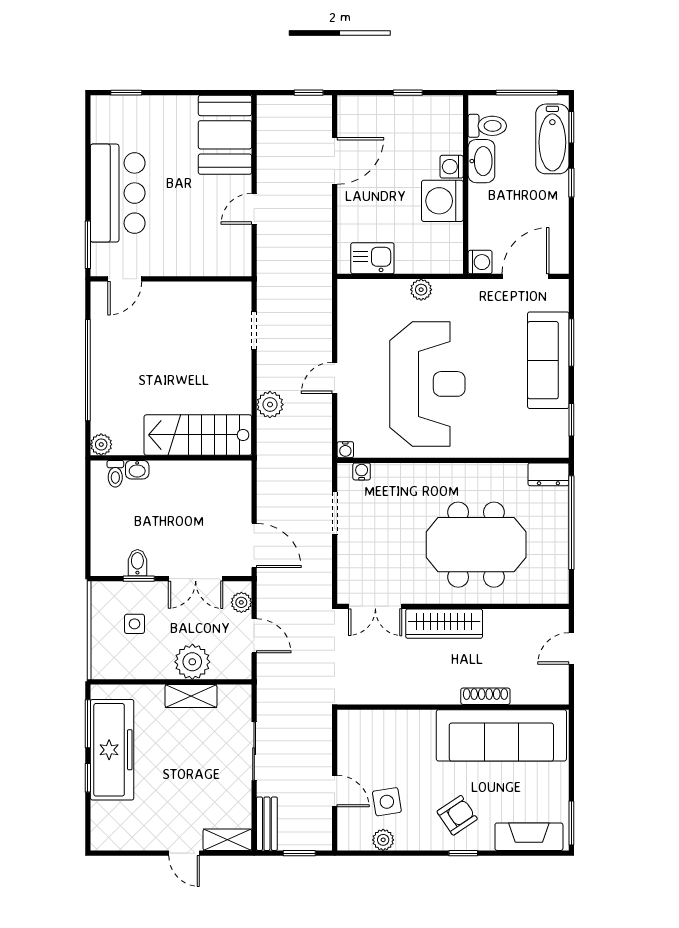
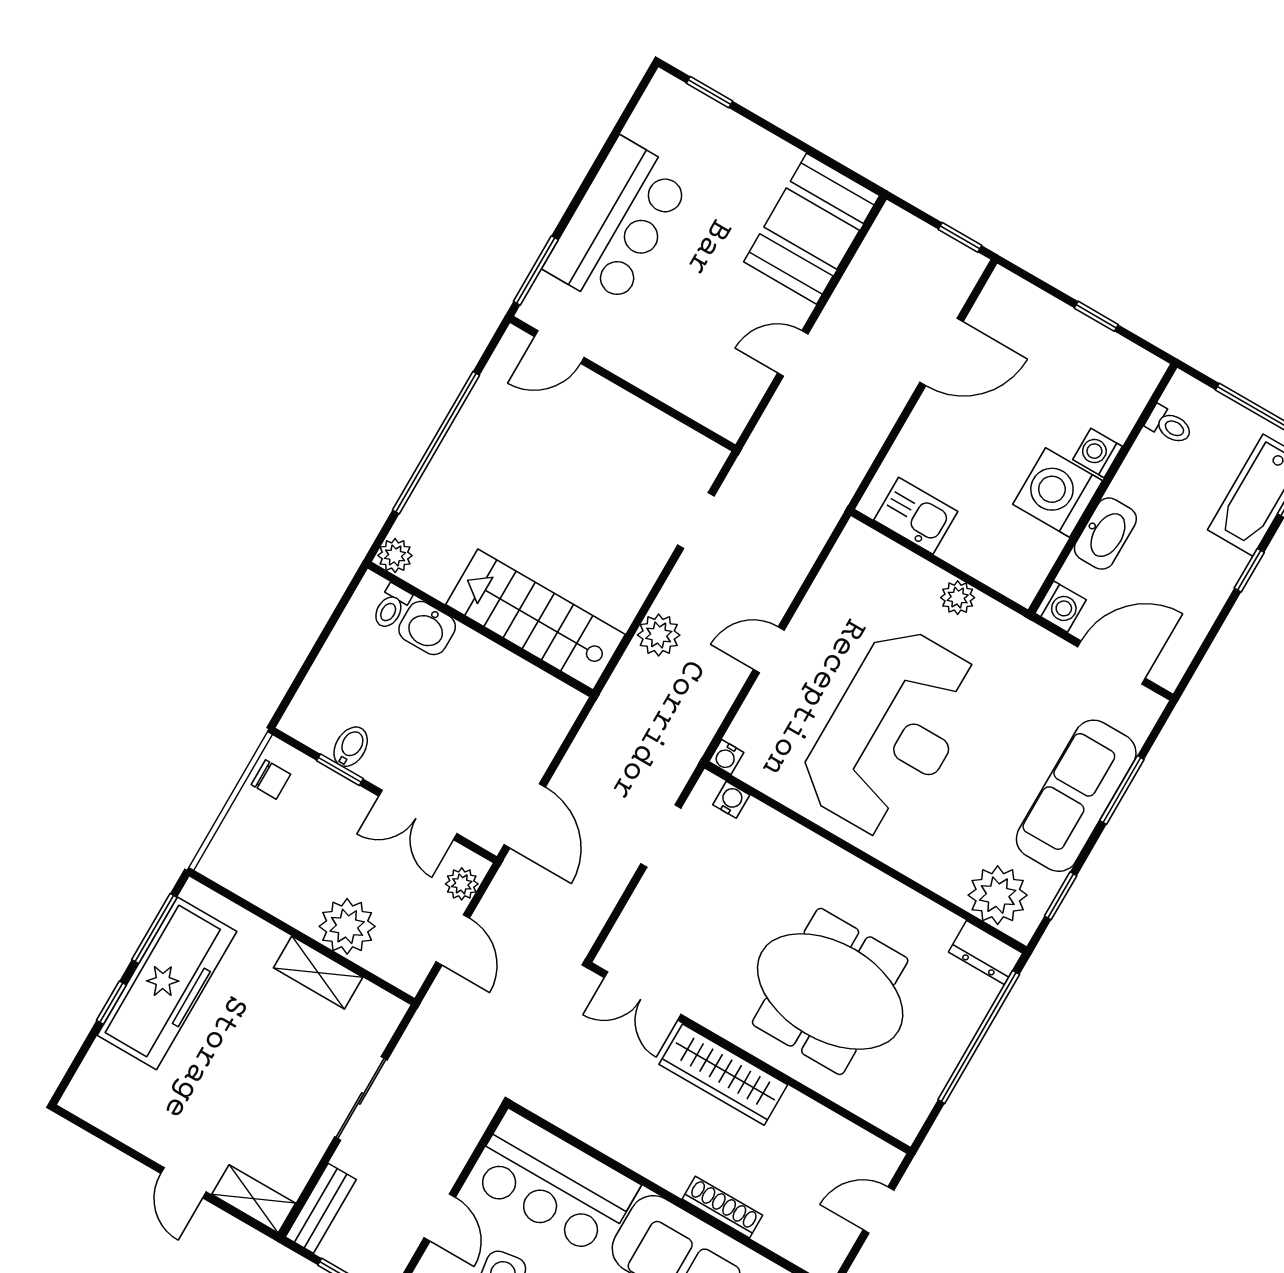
toilet: (487, 126) -> (1169, 425), width x0.73, depth x0.72
washbasin: (481, 161) -> (1105, 534), moved
plant: (537, 439) -> (998, 895), added
washbasin: (137, 470) -> (427, 628), width x1.38, depth x1.45
chair: (104, 606) -> (271, 779), added
side table: (135, 624) -> (298, 828), removed
bar counter: (386, 737) -> (553, 1183), added

